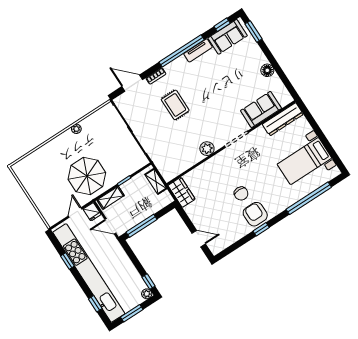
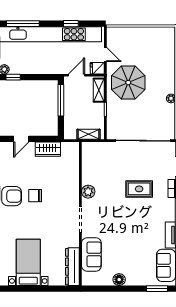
wardrobe: (182, 192) -> (48, 149), moved
window: (95, 304) -> (23, 24), width x2.17

